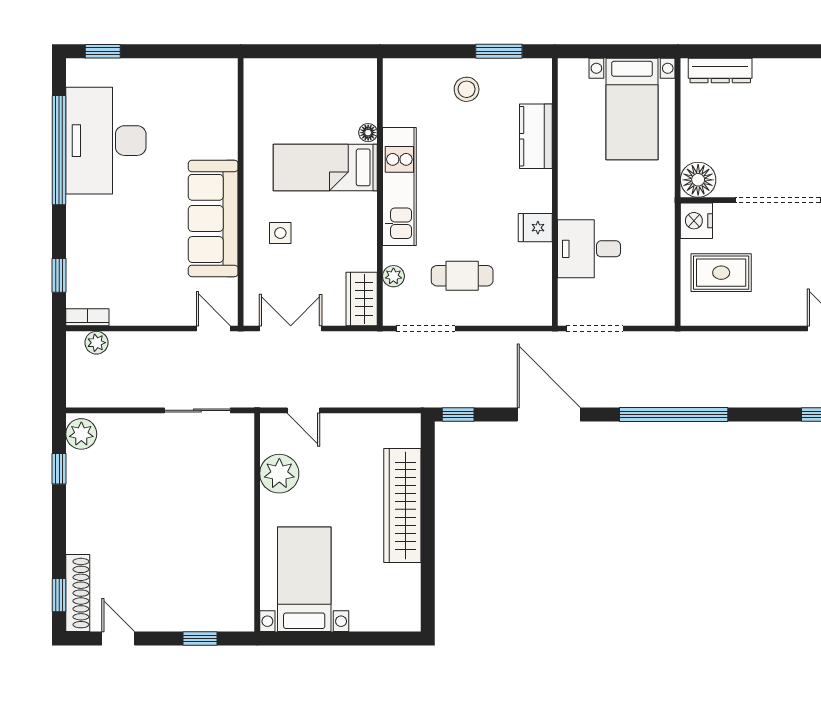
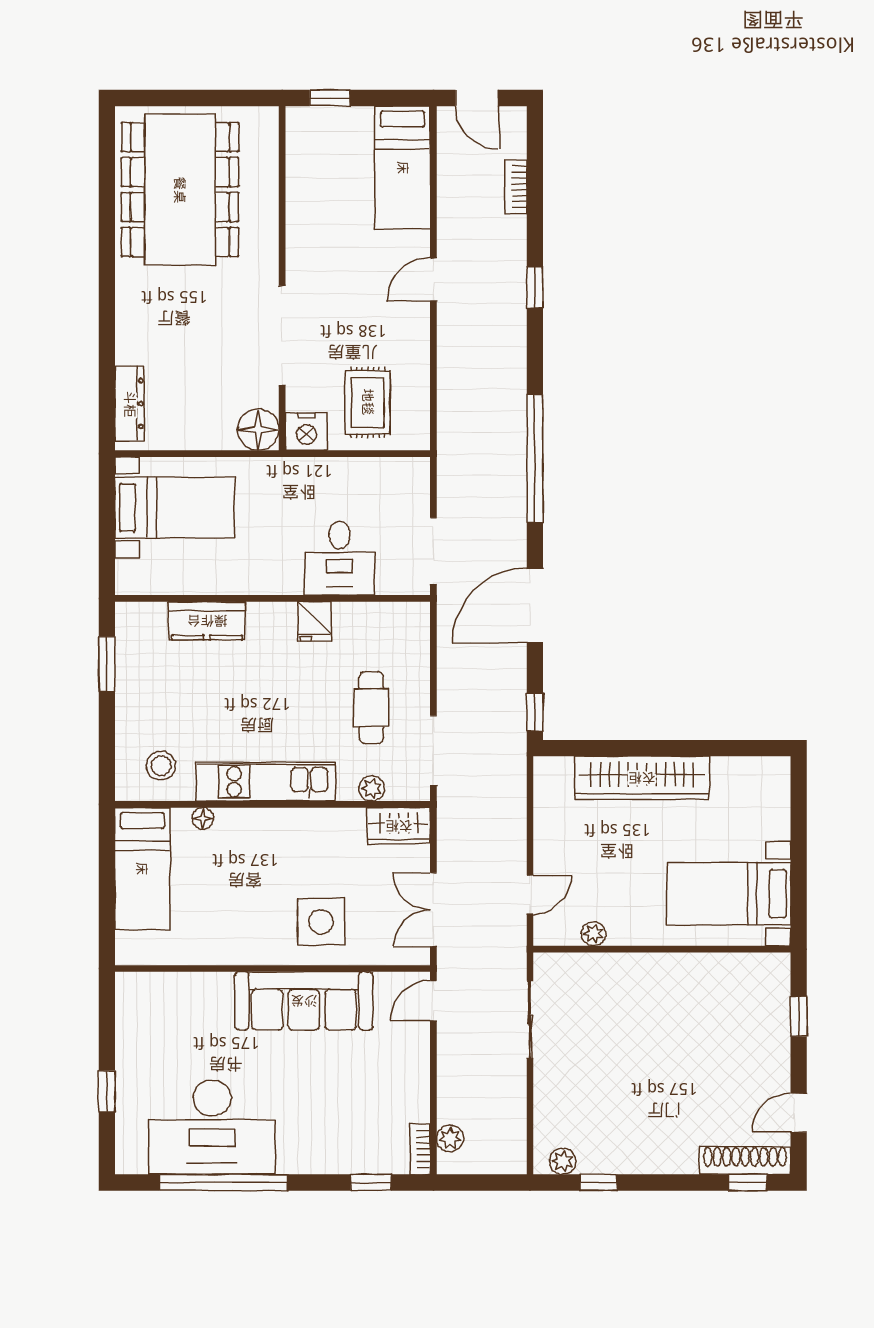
window: (103, 51) -> (107, 1091), moved
stool: (467, 89) -> (161, 766), moved
bed: (325, 167) -> (142, 869), moved
side table: (280, 233) -> (321, 922), width x1.87, depth x1.87
plant: (81, 434) -> (563, 1161), width x0.73, depth x0.73
plant: (279, 474) -> (594, 934), width x0.53, depth x0.53

